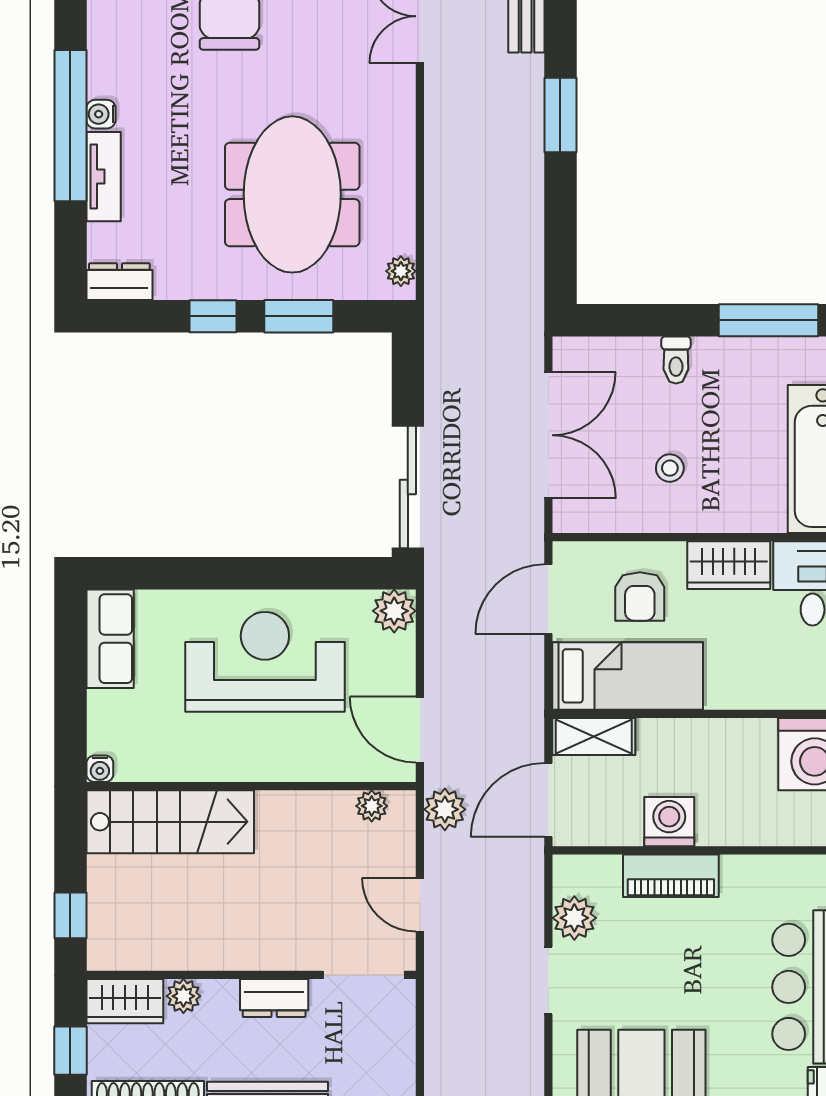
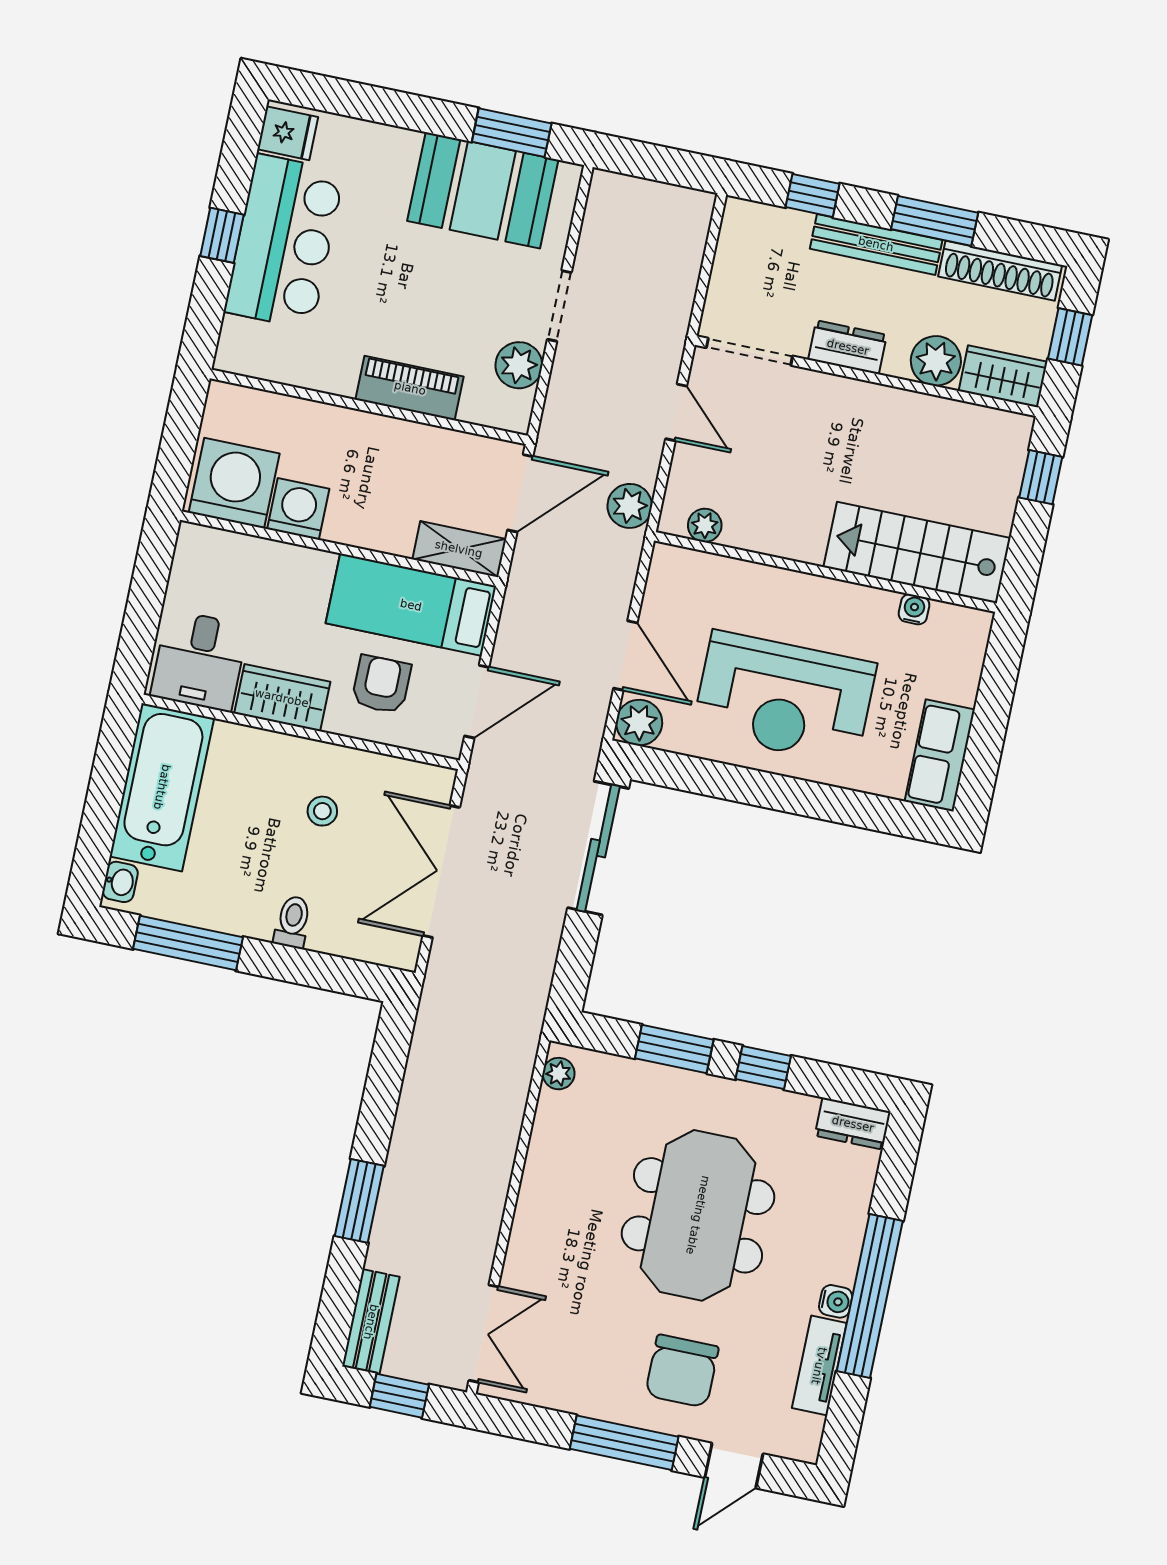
tv unit: (104, 177) -> (819, 1366), moved
meeting table: (292, 194) -> (698, 1215), moved
door: (420, 730) -> (625, 655), moved
water cooler: (100, 769) -> (914, 609), moved
washing machine: (669, 822) -> (298, 509), moved, turned 180
plant: (183, 996) -> (936, 361), width x1.38, depth x1.38

